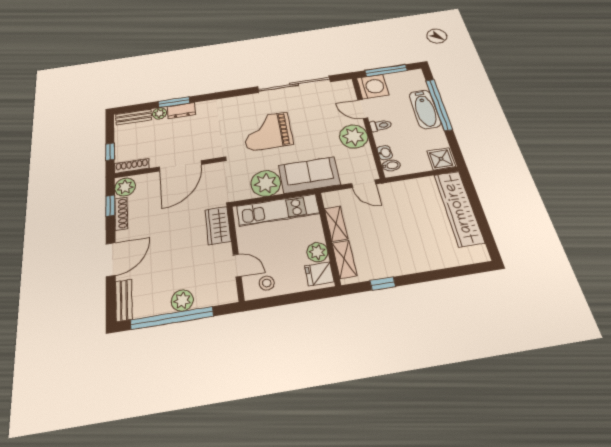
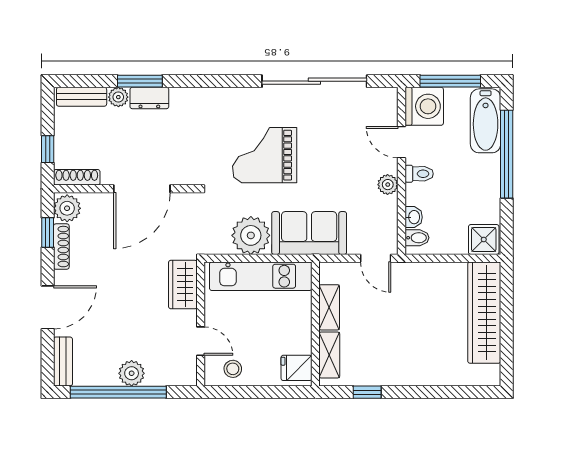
bathtub: (425, 109) -> (486, 121), moved
plant: (354, 136) -> (388, 185), width x0.53, depth x0.53
plant: (317, 252) -> (299, 341), removed

